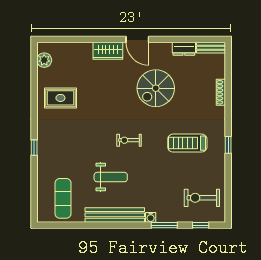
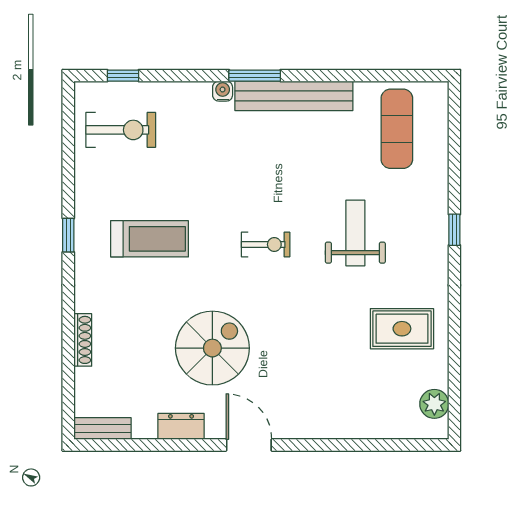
dresser: (184, 49) -> (181, 426), moved
wardrobe: (108, 51) -> (308, 422), removed
weight bench: (111, 177) -> (355, 233), moved, turned 90
window: (164, 225) -> (255, 76), moved

